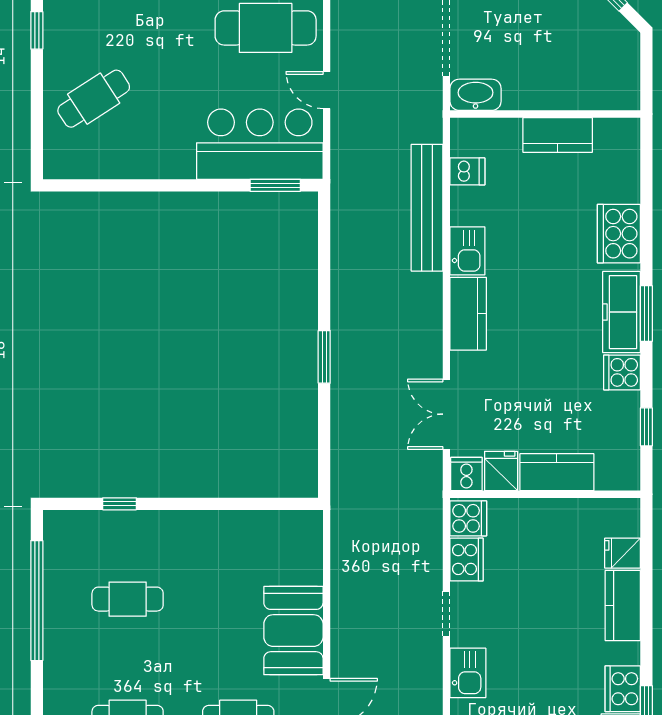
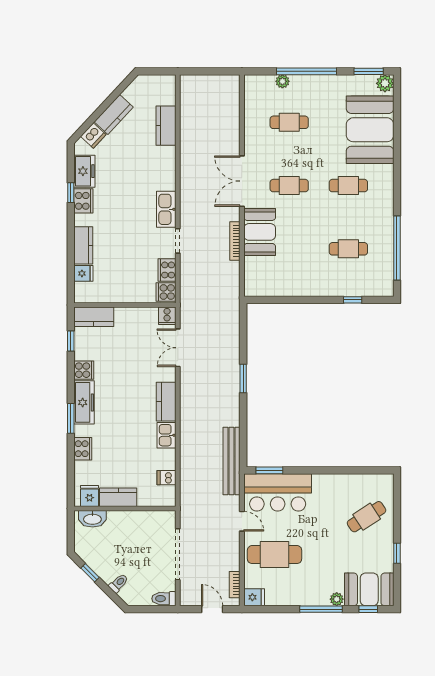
washbasin: (476, 95) -> (92, 519), moved
bench: (427, 208) -> (232, 461), moved
cooker: (619, 234) -> (83, 449), width x0.73, depth x0.76
window: (646, 314) -> (71, 418), moved
double door: (446, 414) -> (178, 348), swing flipped
fridge: (501, 471) -> (90, 496), moved, turned 180
kitchen counter: (557, 472) -> (94, 317), moved
bookcase: (340, 614) -> (235, 241), added
kitchen sink: (468, 673) -> (166, 209), width x1.38

